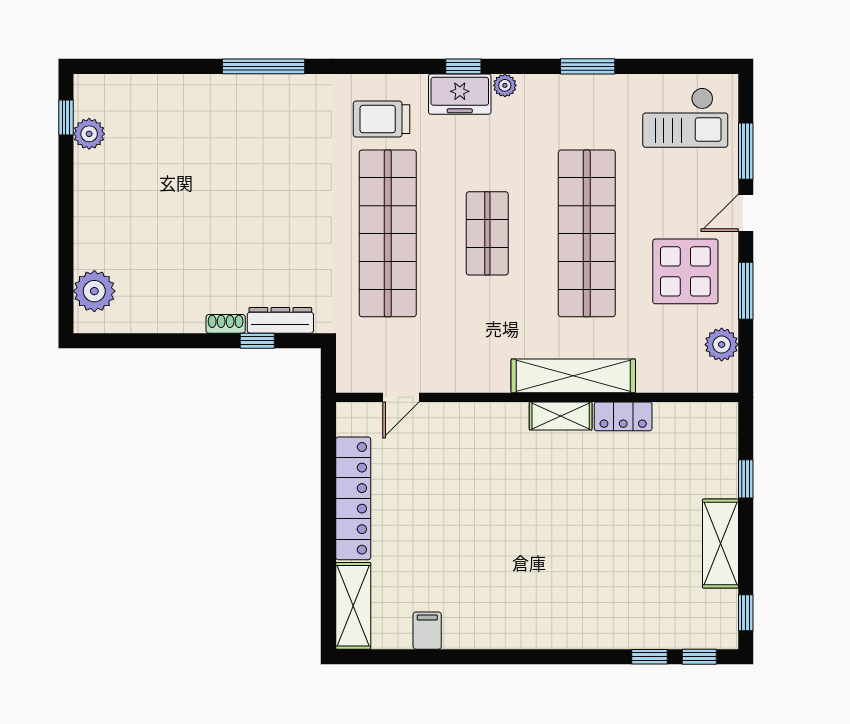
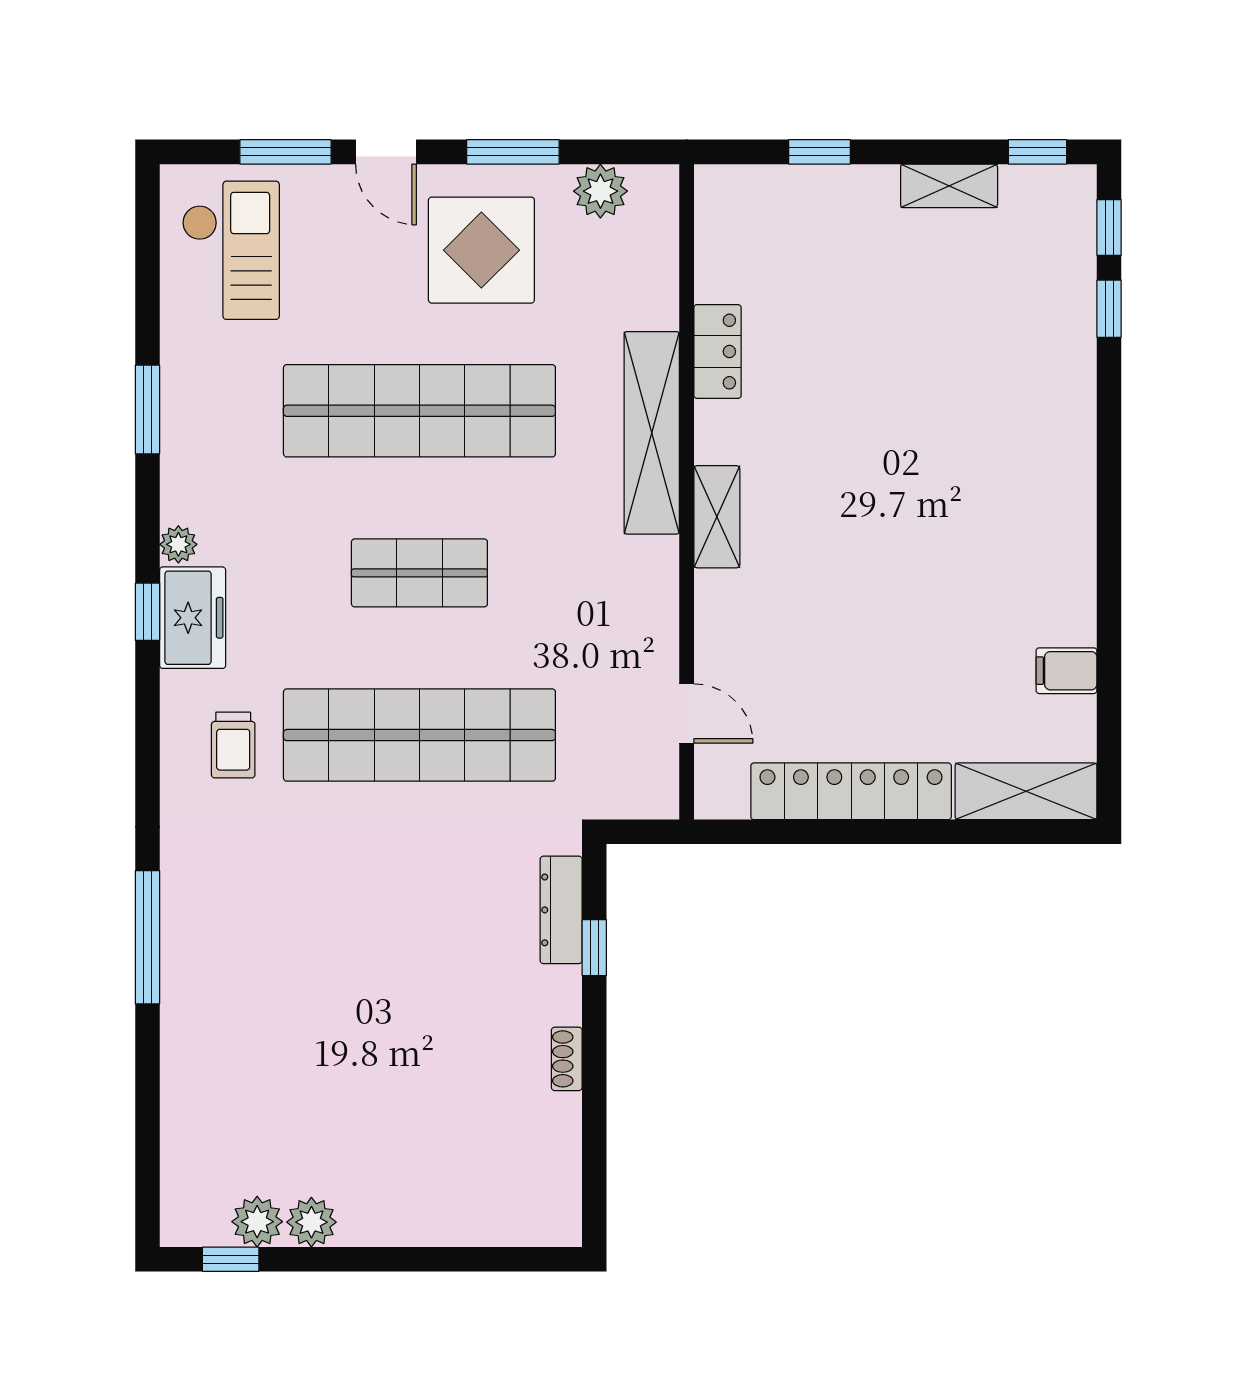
trolley: (382, 119) -> (233, 745), width x0.73, depth x0.72
plant: (94, 291) -> (311, 1222), moved, width x0.73, depth x0.73
shoe rack: (226, 324) -> (567, 1059), moved
shelving: (561, 416) -> (717, 517), moved
shelving: (720, 544) -> (949, 186), width x0.67, depth x0.75

